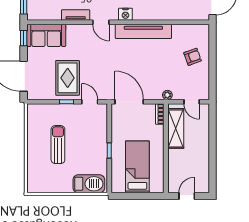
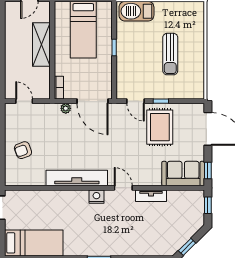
plant: (167, 95) -> (66, 108), moved
shelving: (176, 128) -> (41, 44), moved

